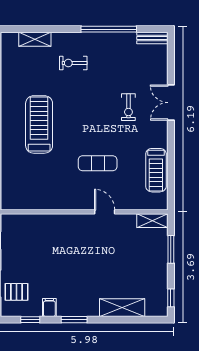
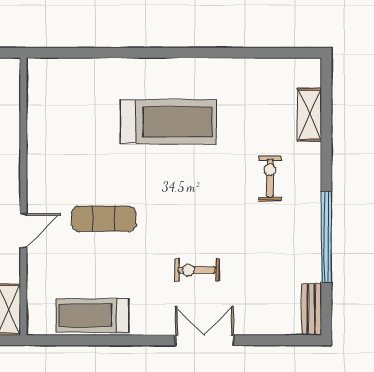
exercise mat: (98, 163) -> (104, 219), turned 90

